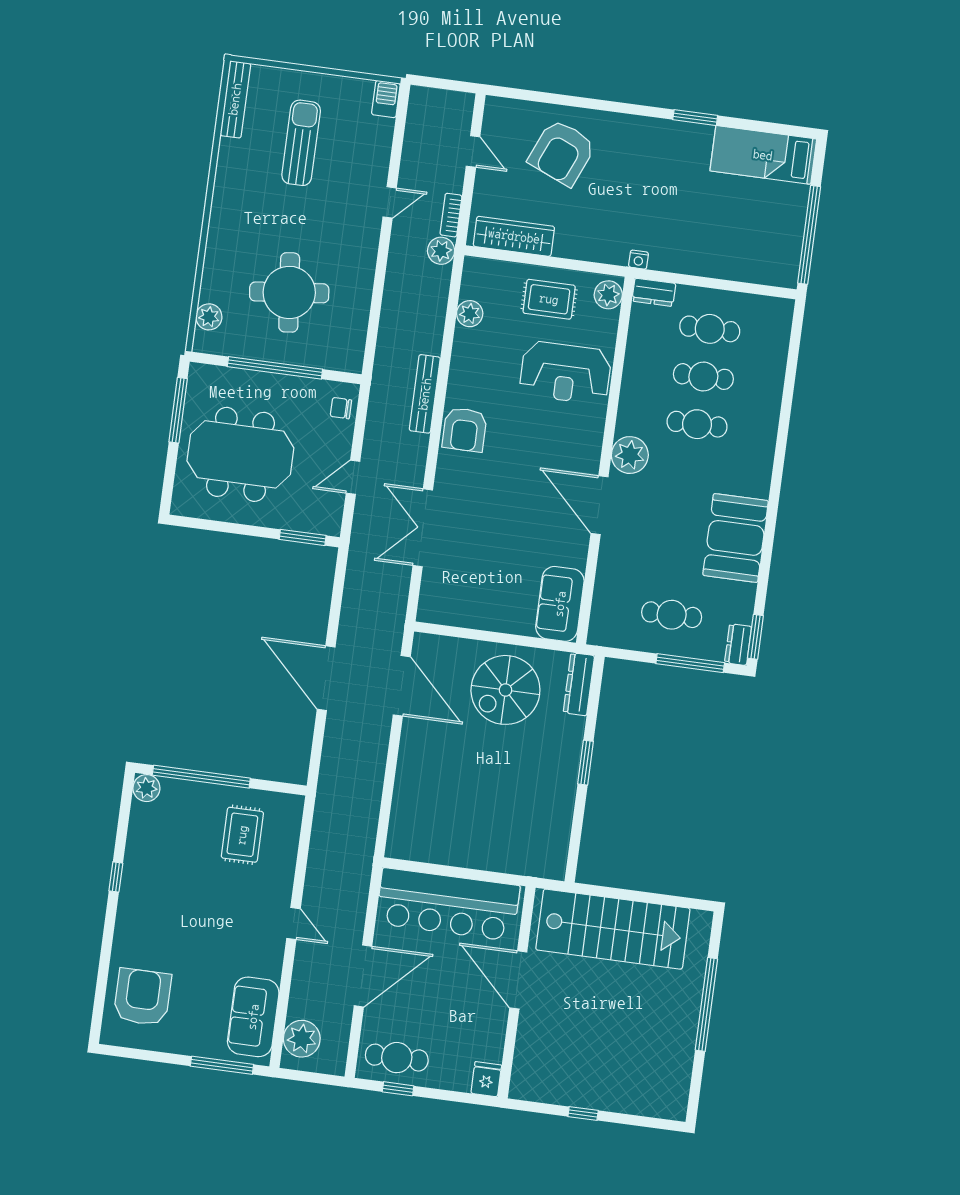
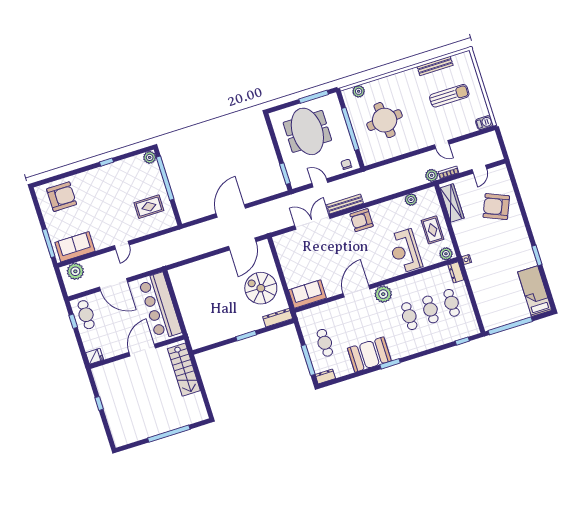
bench: (235, 99) -> (435, 66), moved
window: (795, 343) -> (462, 341), added
bench: (425, 394) -> (345, 204), moved
window: (755, 637) -> (390, 364), moved
stairs: (613, 929) -> (184, 370), width x0.73, depth x0.66

